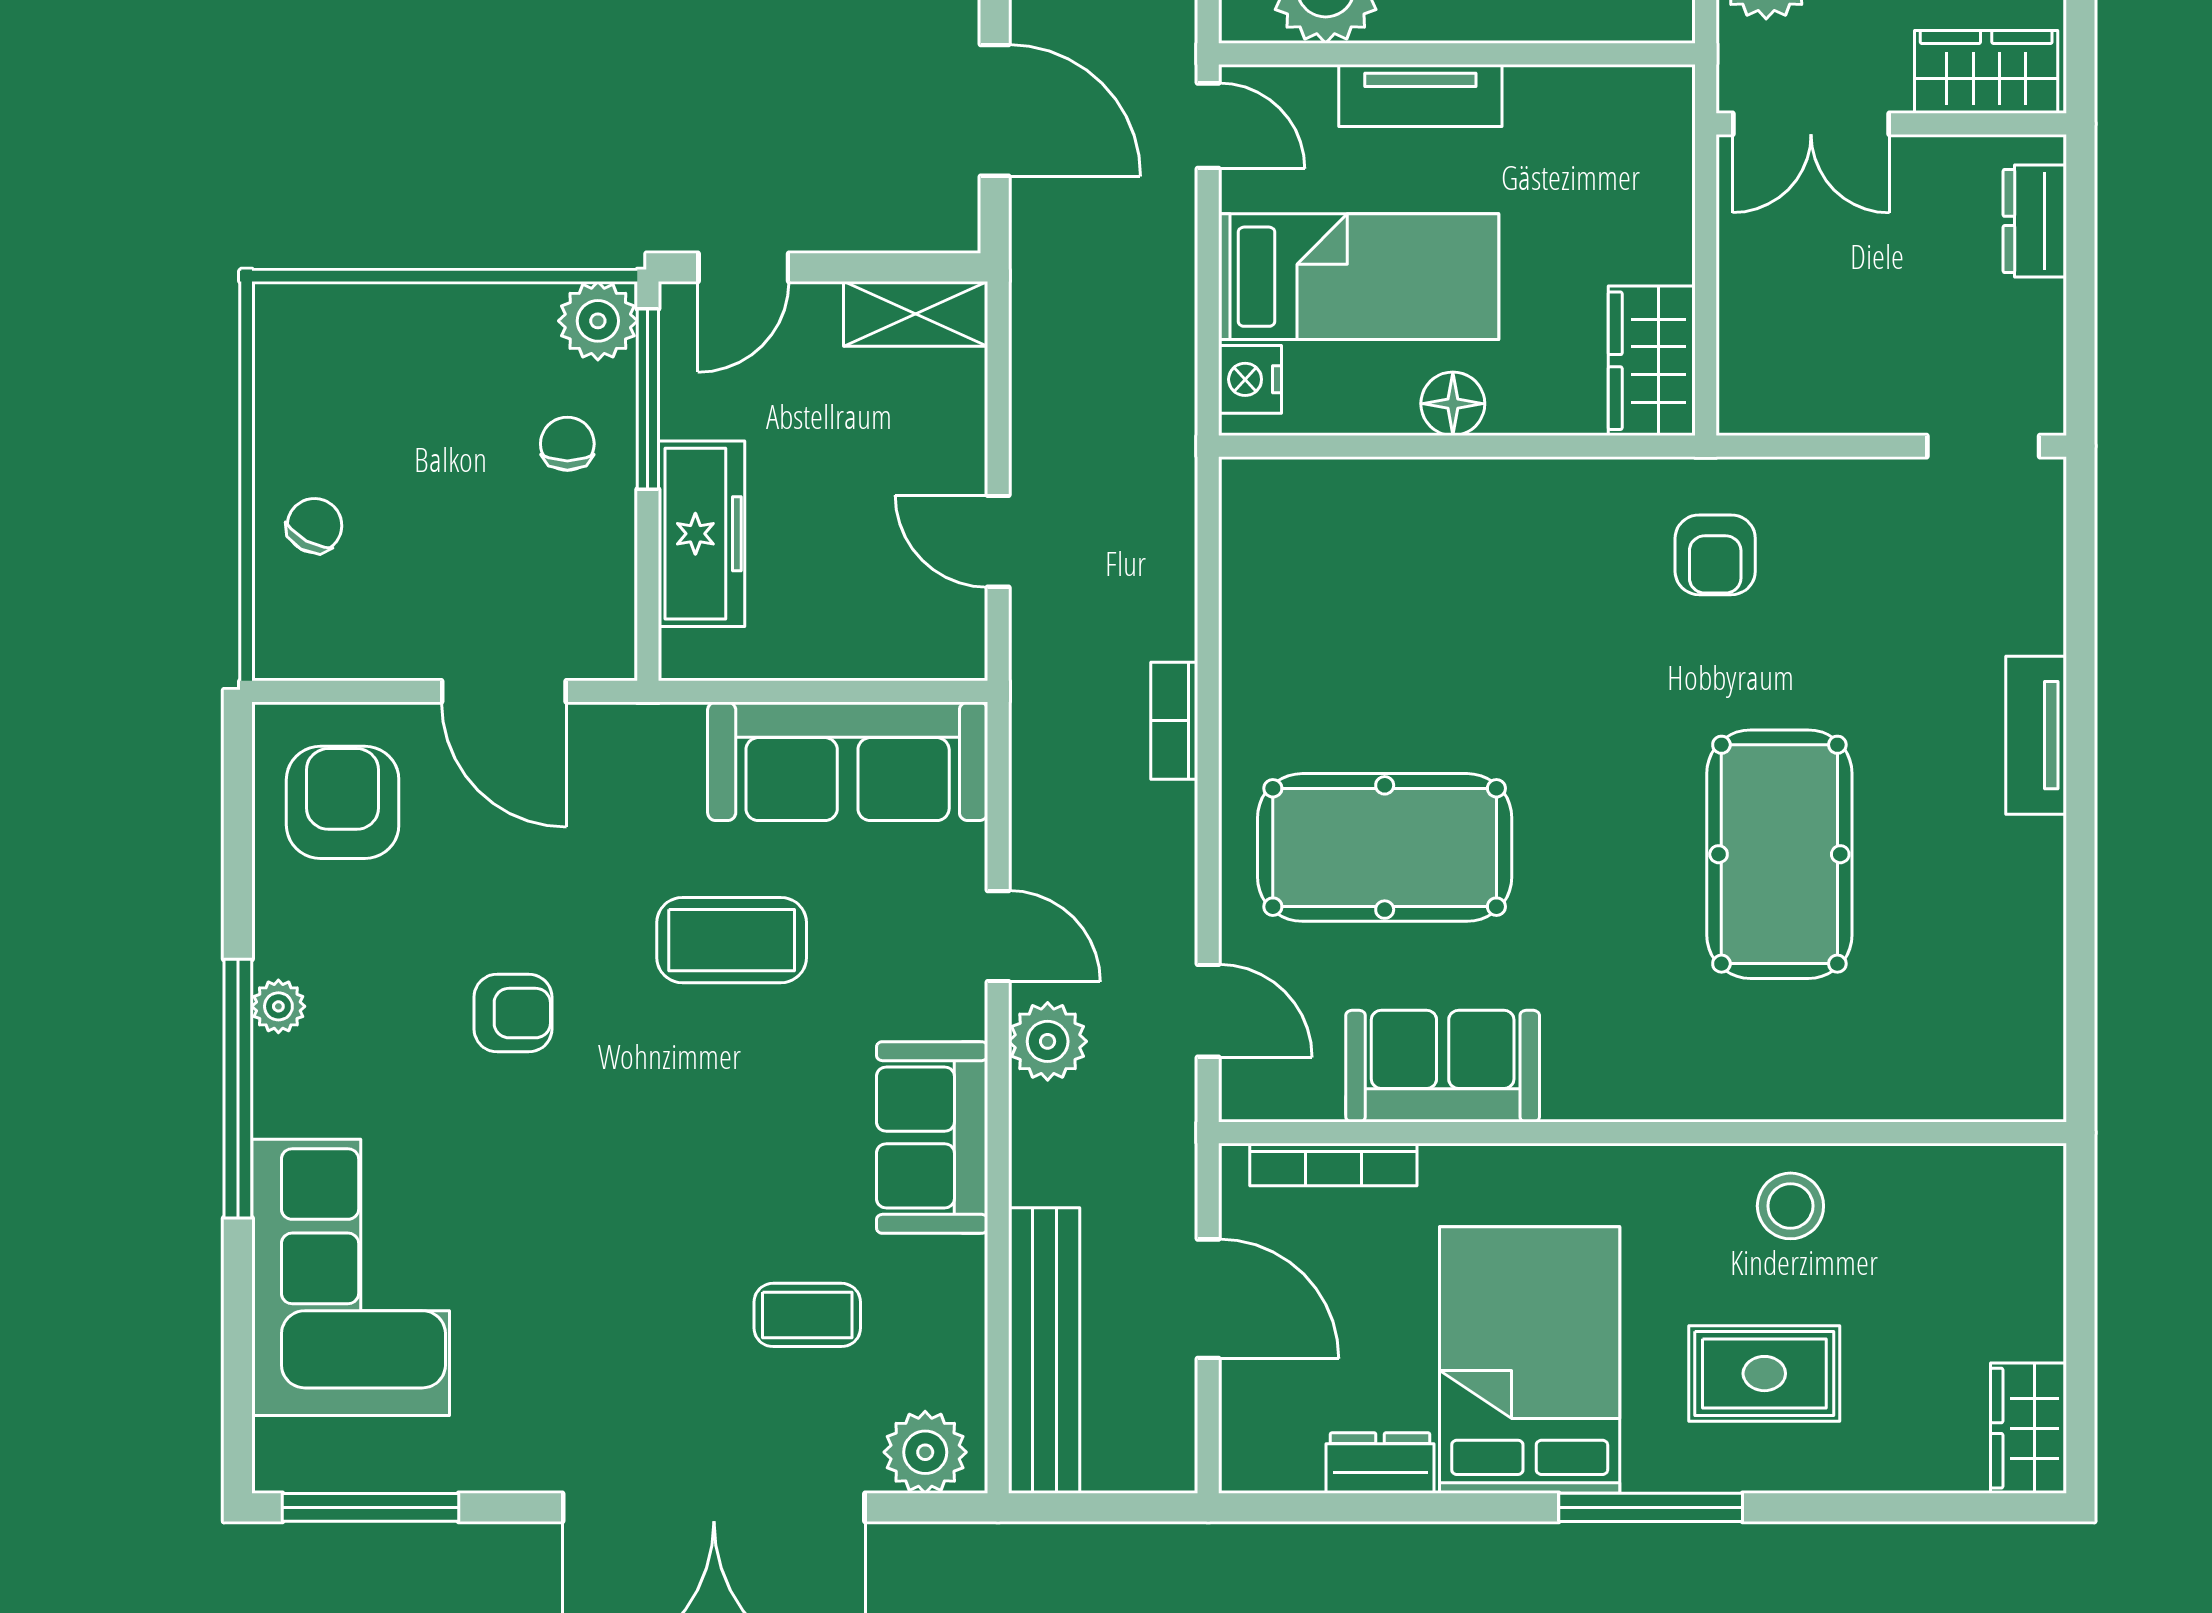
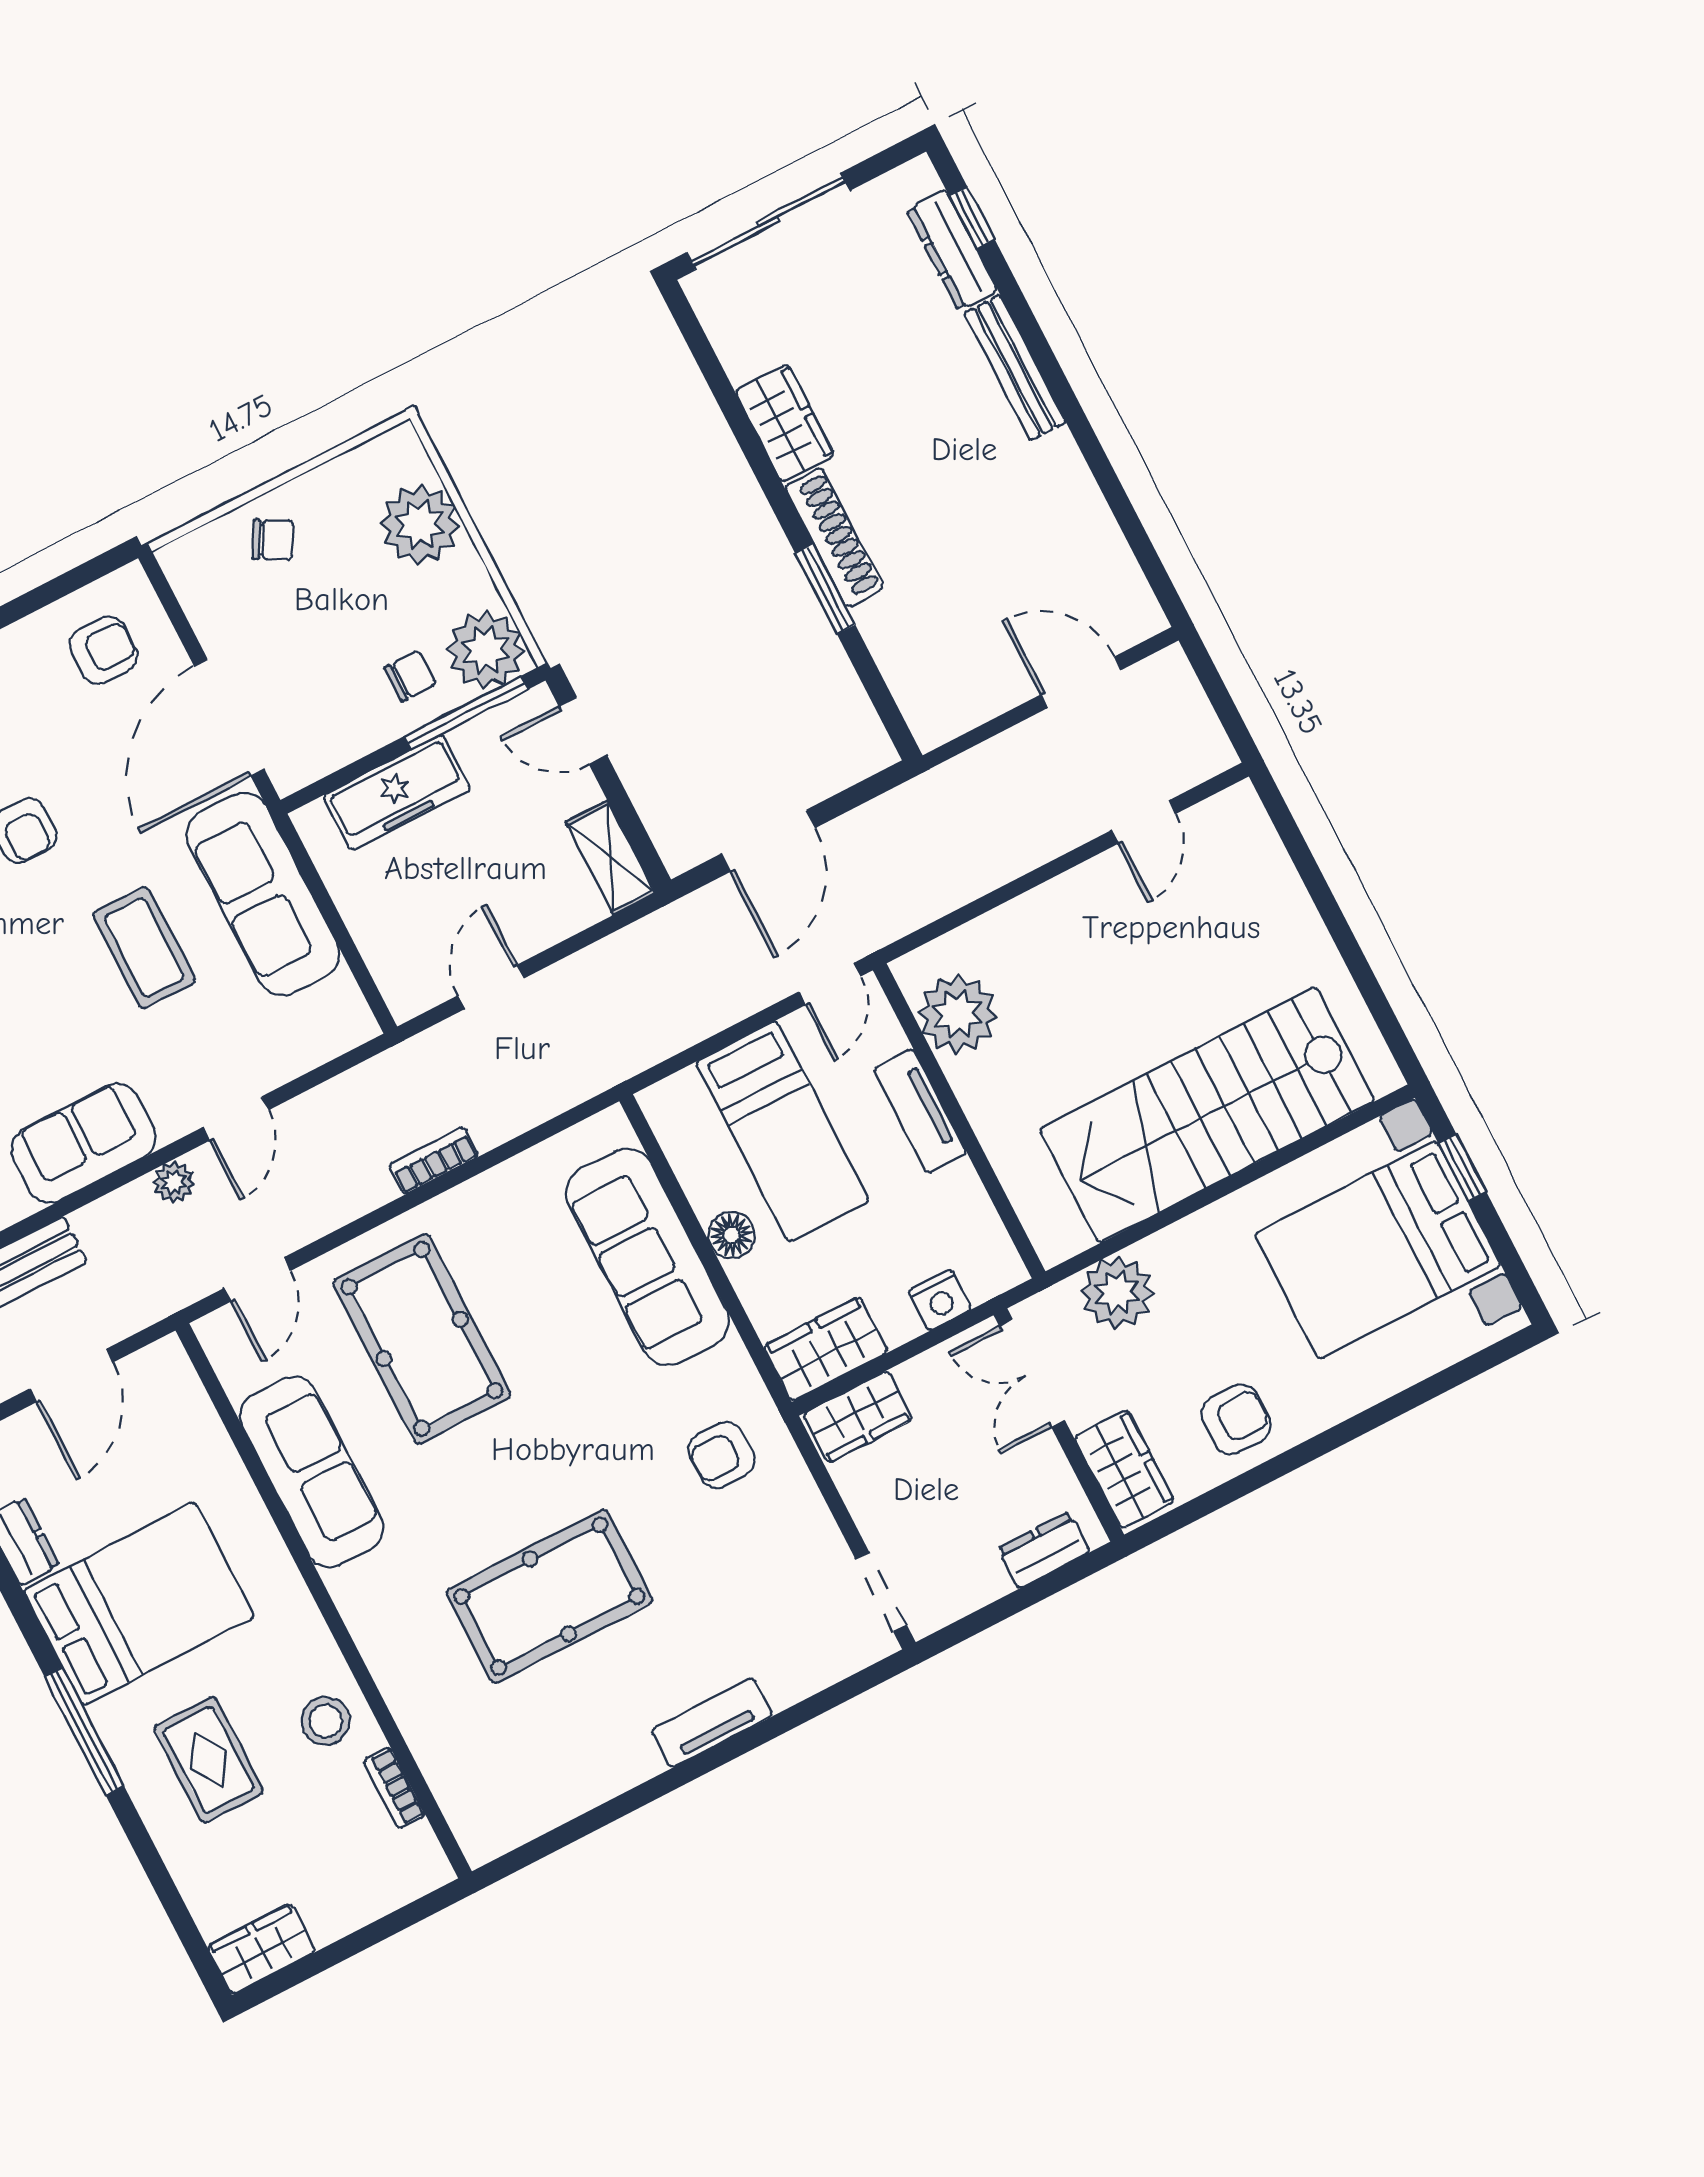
plant: (598, 321) -> (486, 650), width x1.36, depth x1.36
plant: (388, 337) -> (420, 524), added
wardrobe: (1754, 365) -> (858, 1417), added
nightstand: (1250, 379) -> (940, 1300), moved, turned 180
sofa: (1427, 520) -> (648, 1257), added
door: (504, 691) -> (229, 717), width x1.36
sofa: (848, 761) -> (263, 894), moved
armchair: (343, 802) -> (103, 650), width x0.72, depth x0.72
plant: (1048, 1041) -> (174, 1182), width x0.73, depth x0.73
sofa: (1443, 1066) -> (312, 1472), width x1.36
bookcase: (1333, 1165) -> (394, 1788), moved, width x0.64

